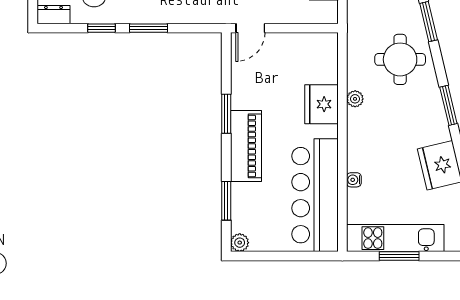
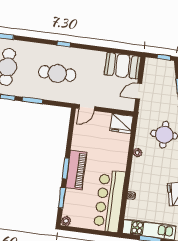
fridge: (321, 104) -> (121, 123), moved, turned -90
window: (226, 114) -> (66, 168), moved

